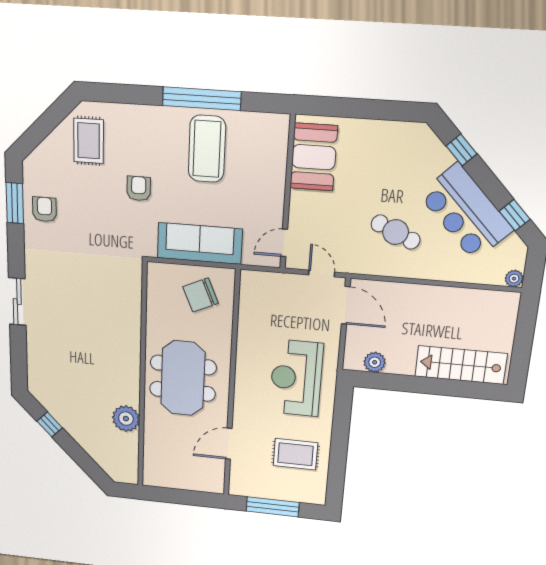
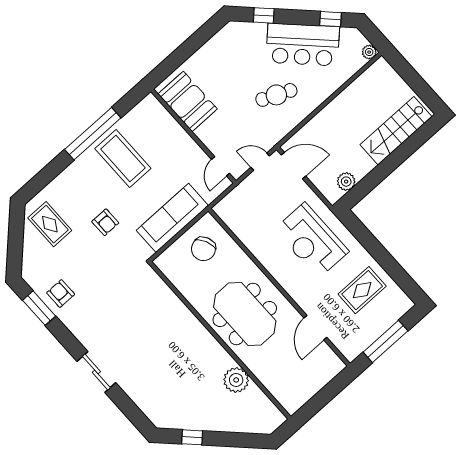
armchair: (139, 189) -> (105, 222), turned 180

